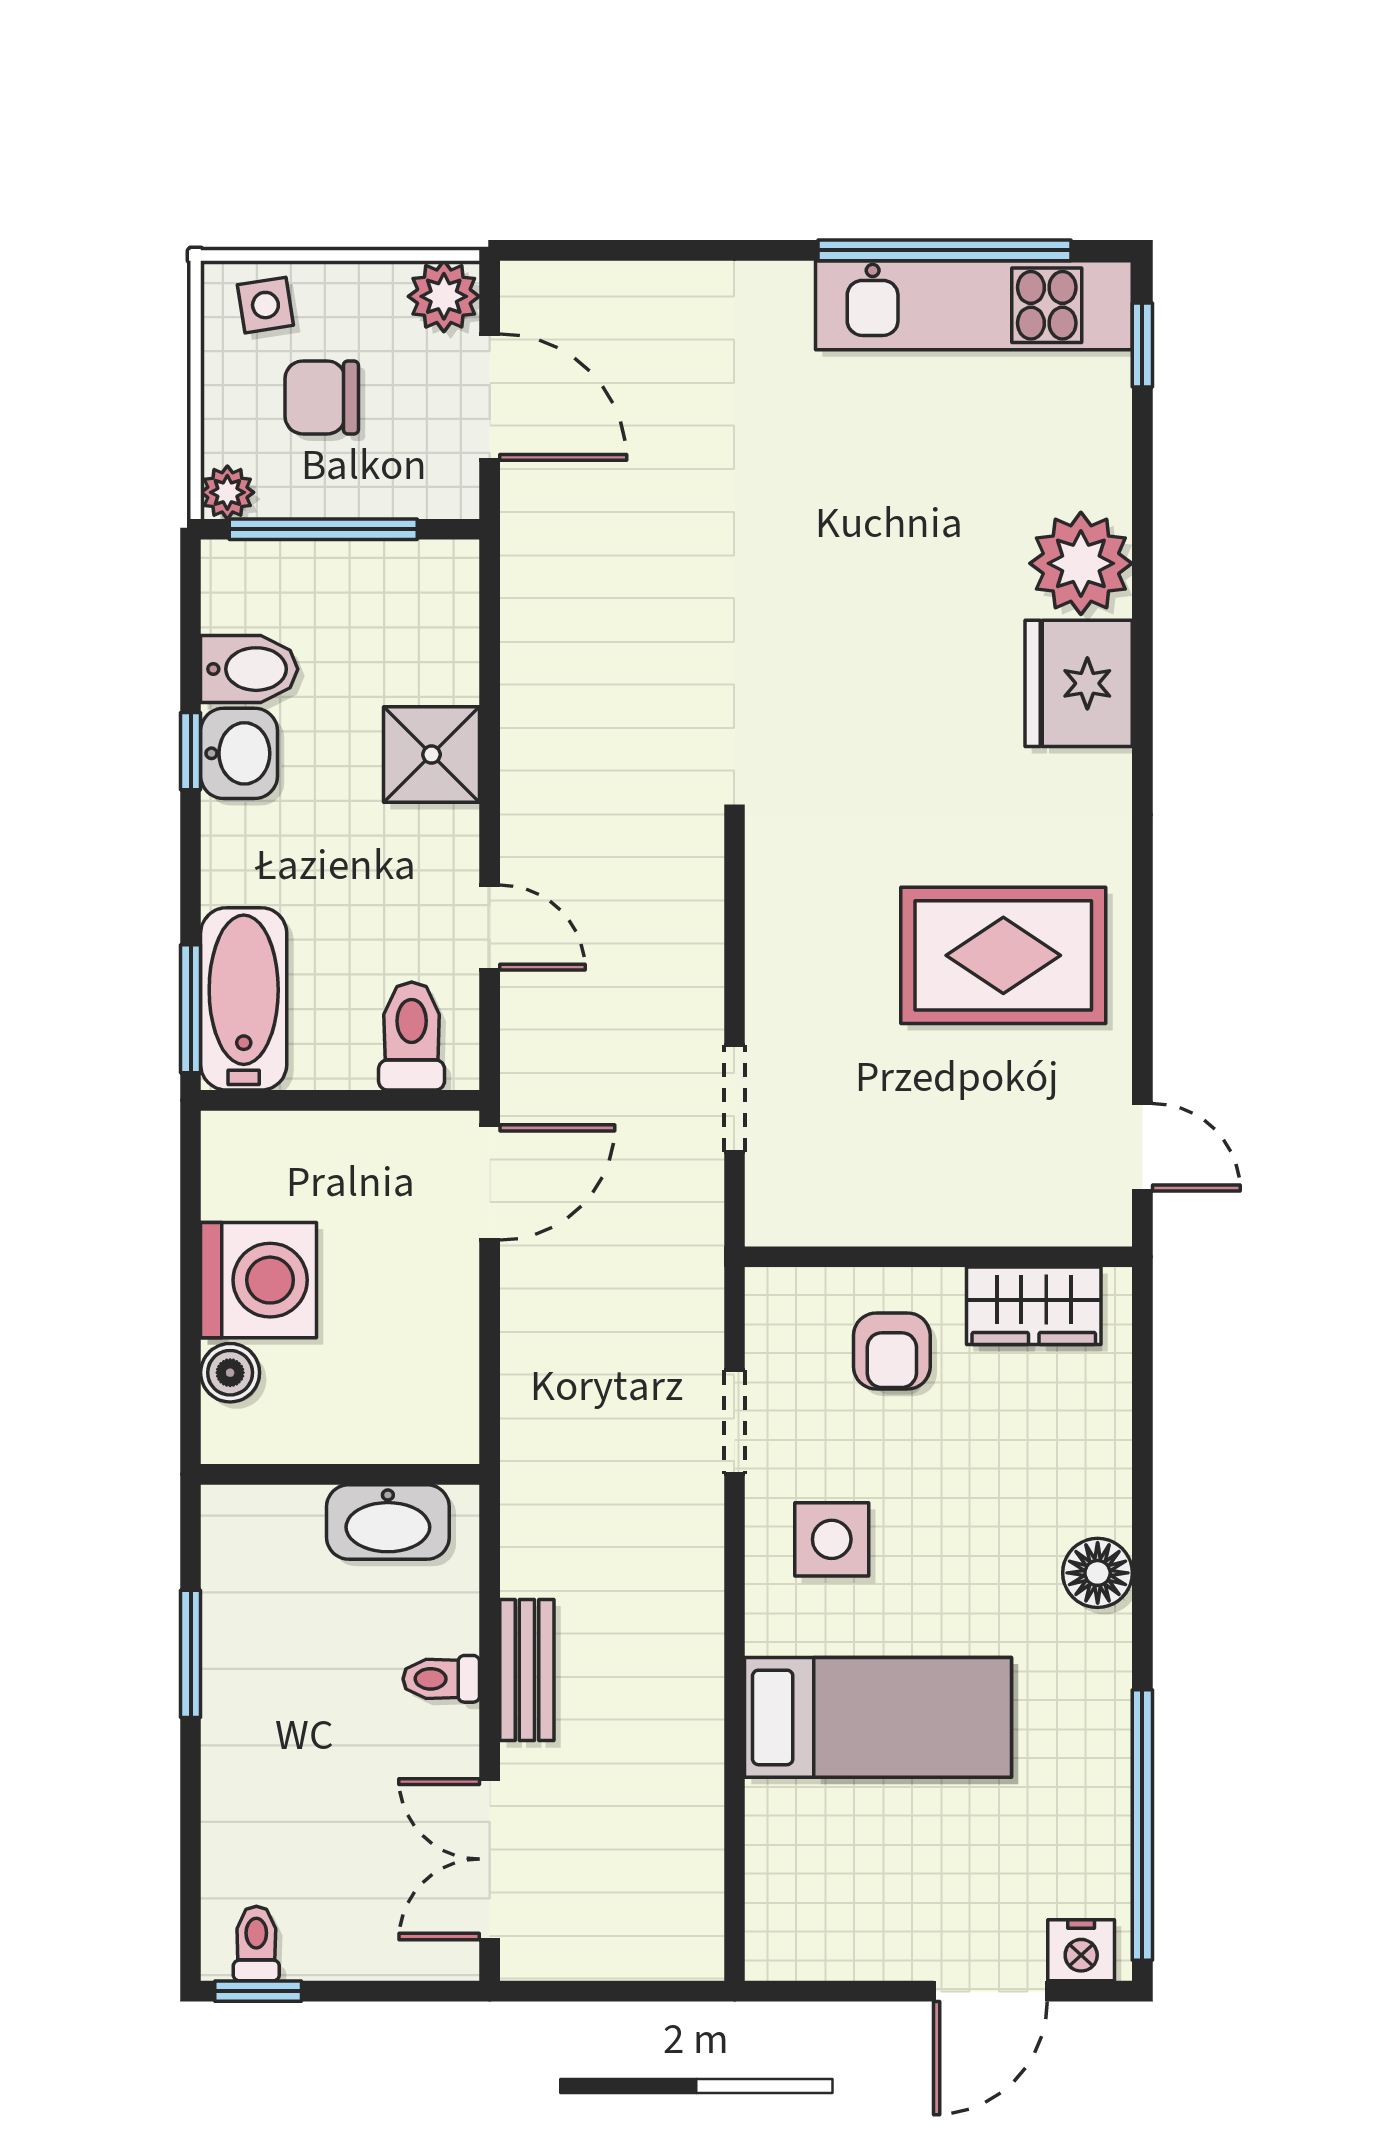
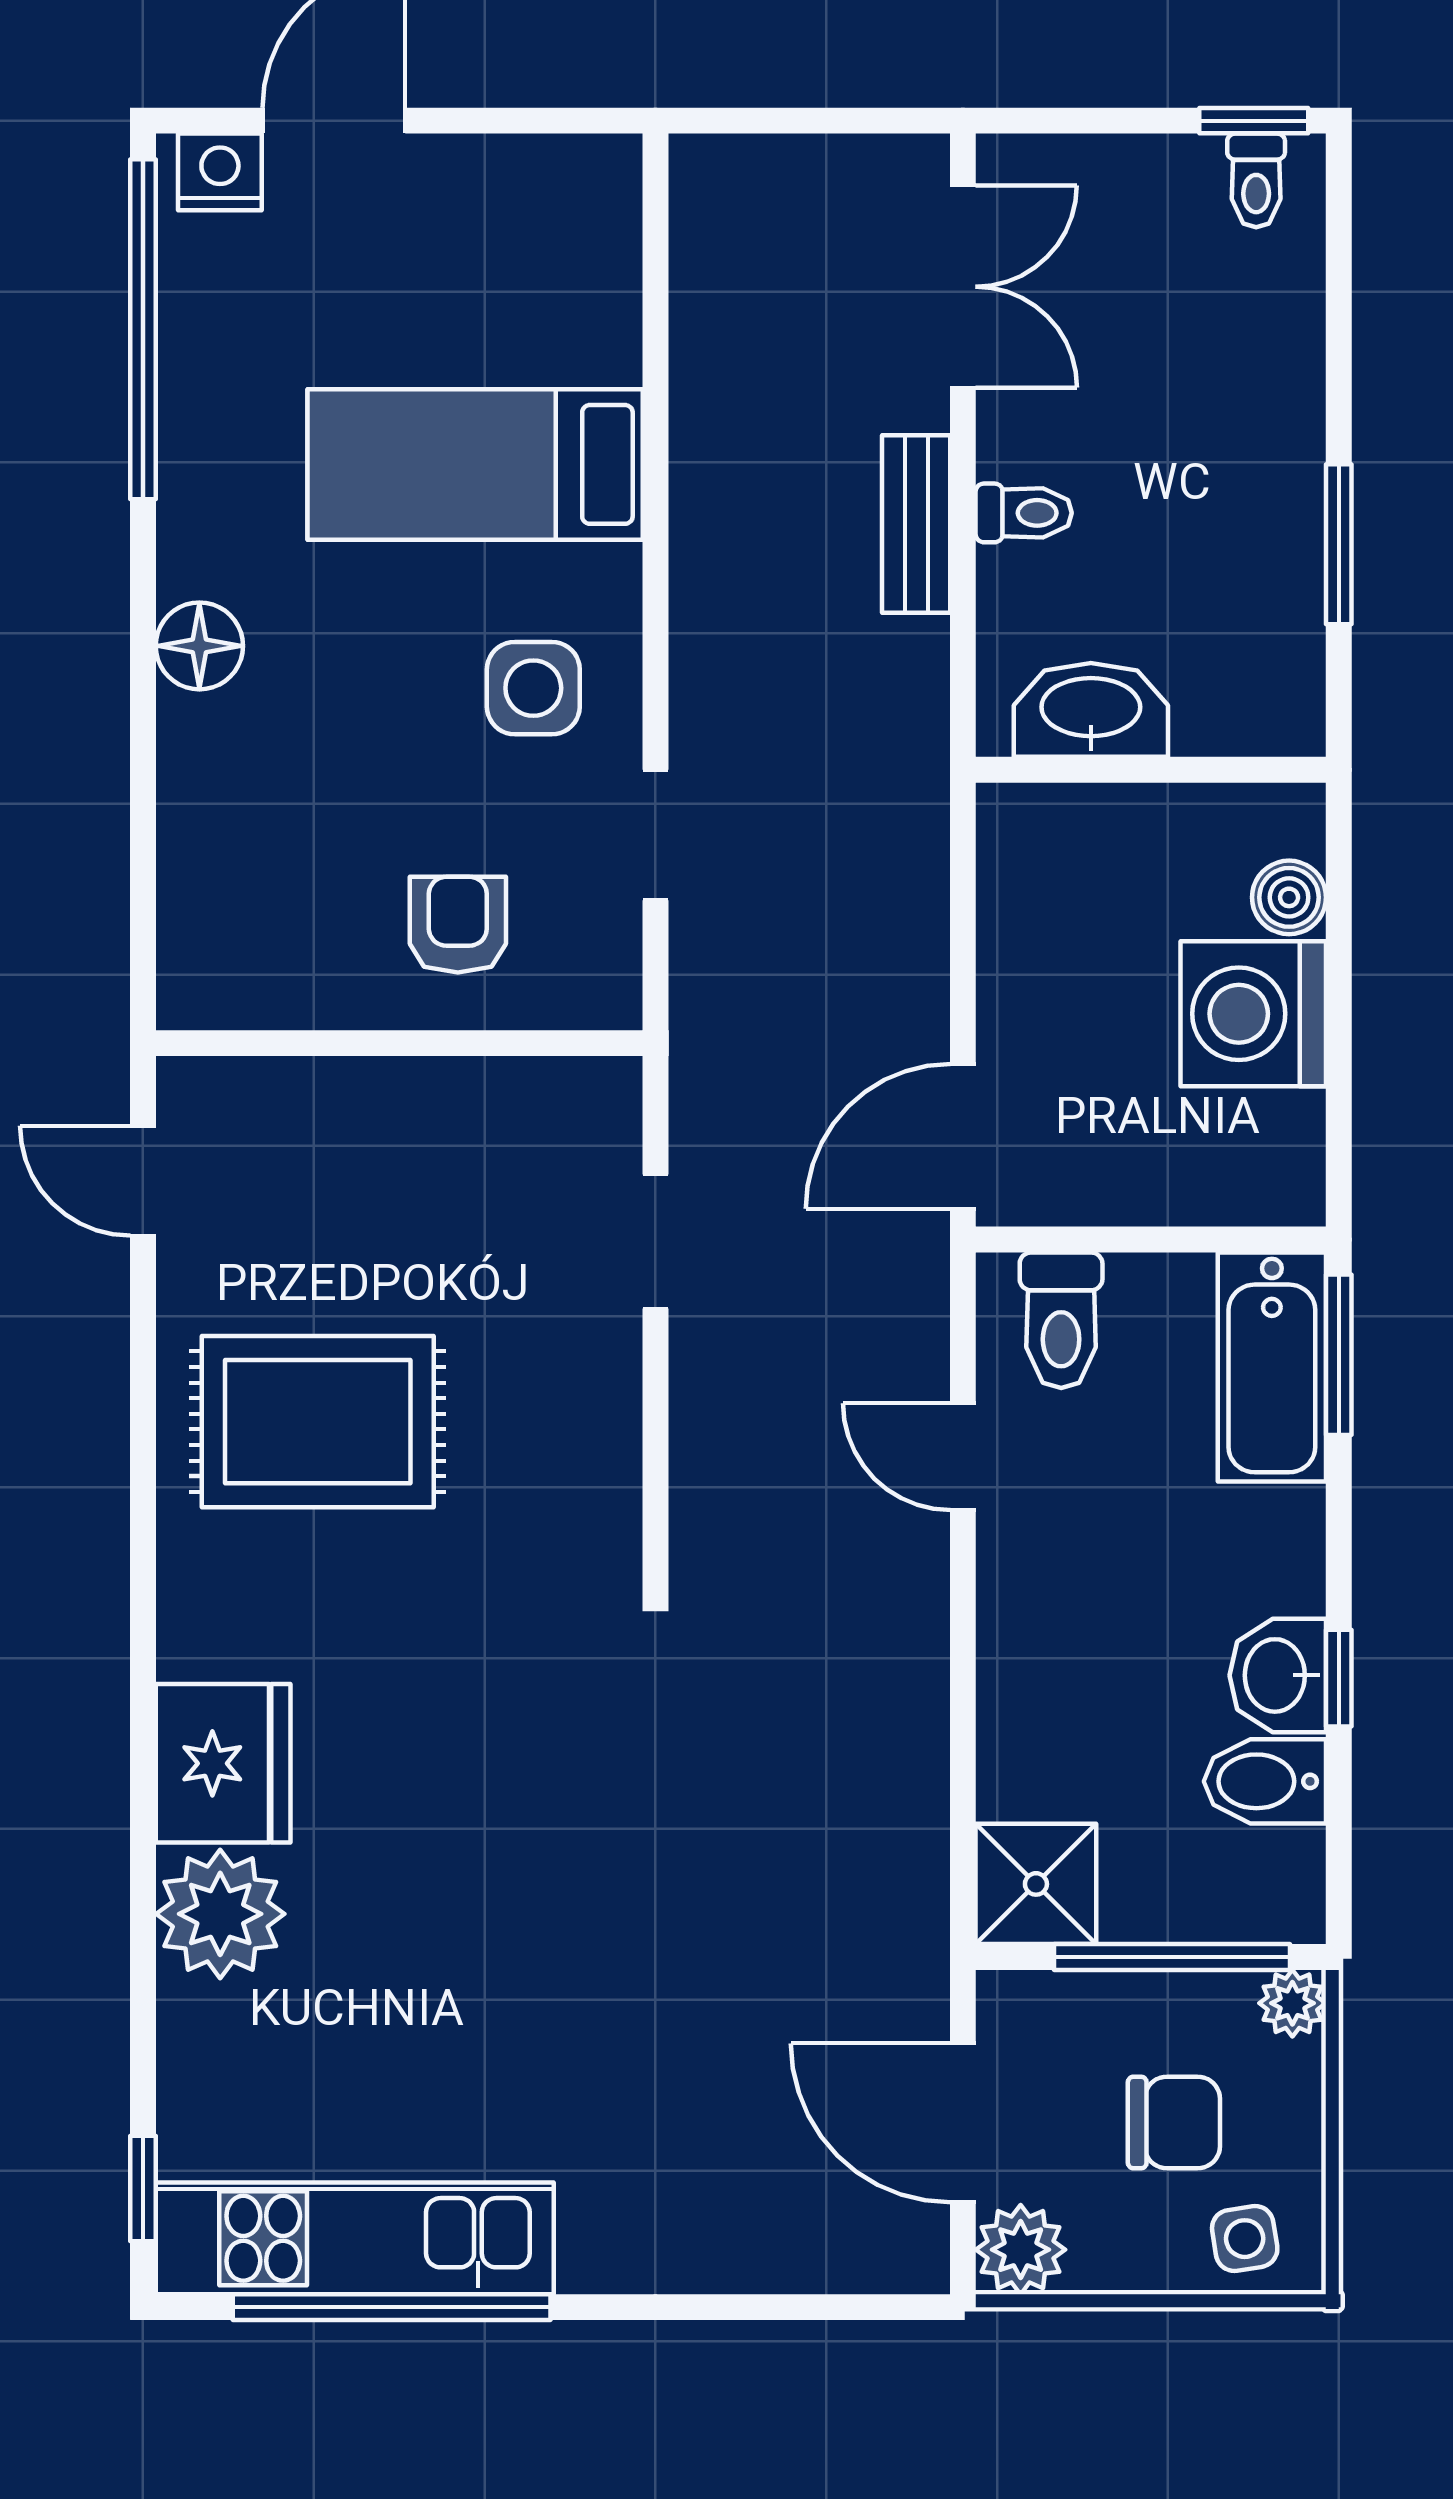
shower: (432, 755) -> (1036, 1884), moved
wardrobe: (1034, 1306) -> (280, 981), removed

